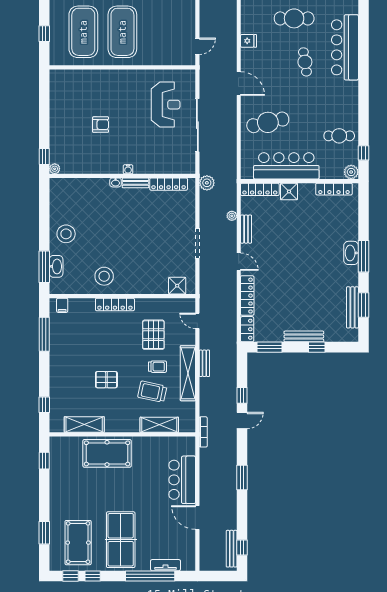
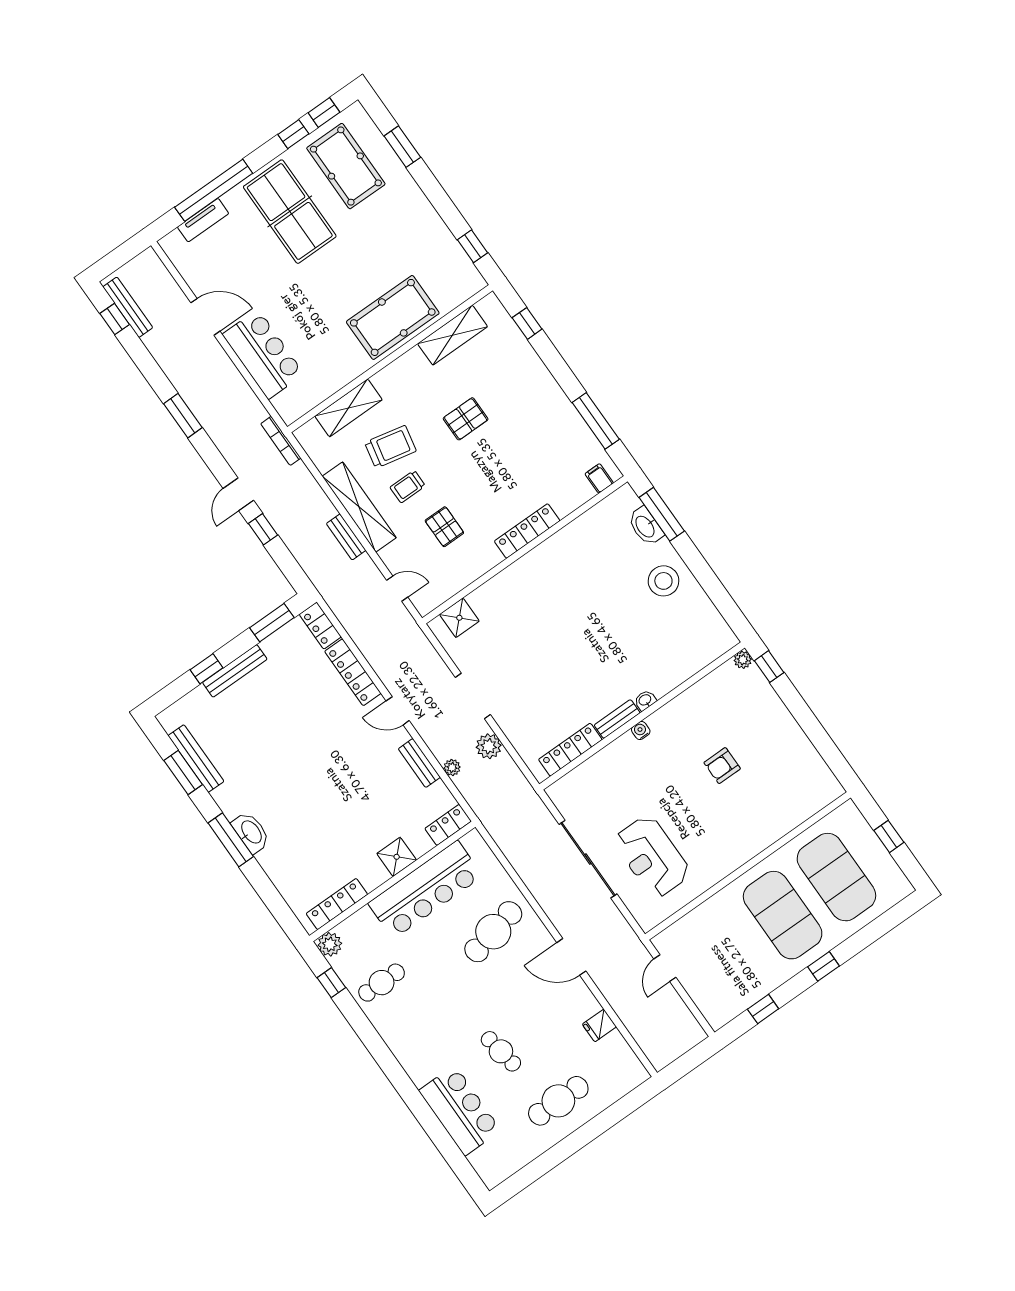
bar counter: (345, 47) -> (460, 1111), width x0.73
plant: (207, 183) -> (489, 746), moved
locker: (260, 189) -> (448, 825), width x0.66
stool: (104, 276) -> (569, 559), removed
pallet: (153, 335) -> (444, 527), width x0.67, depth x0.71

